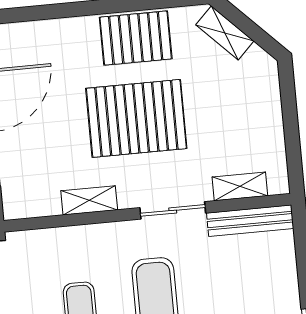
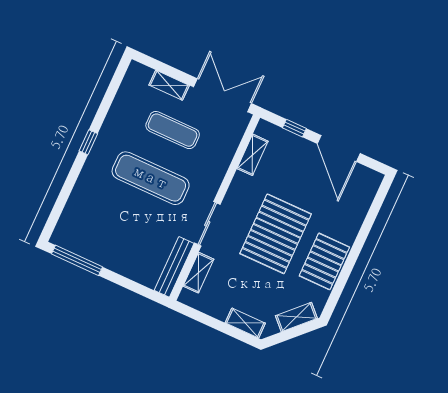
shelving: (269, 92) -> (245, 323), added
shelving: (89, 200) -> (253, 155), moved

